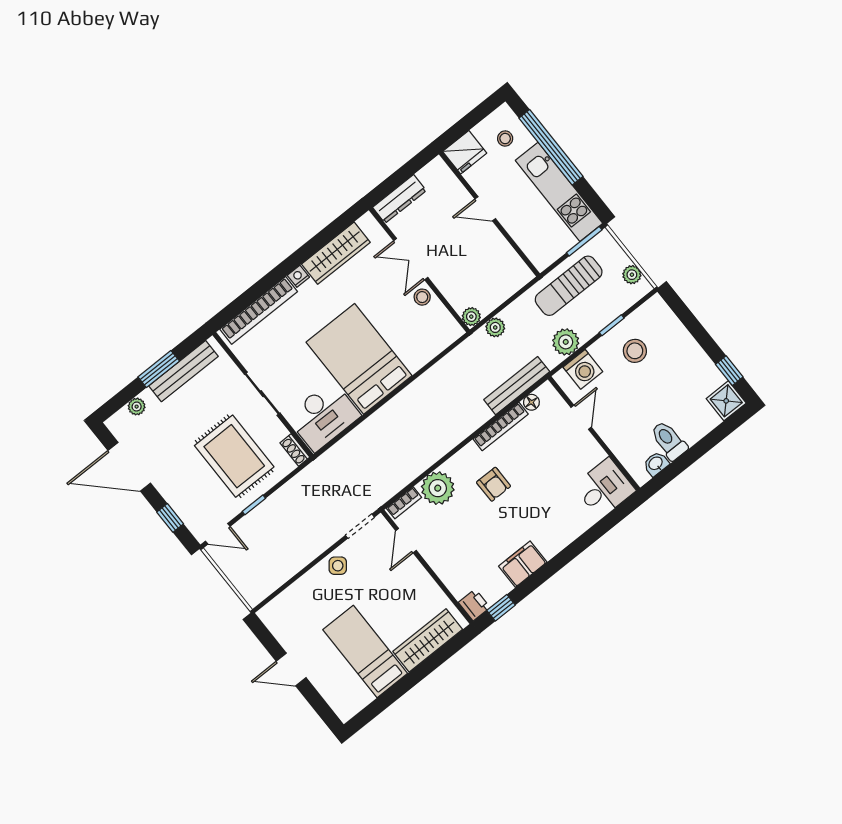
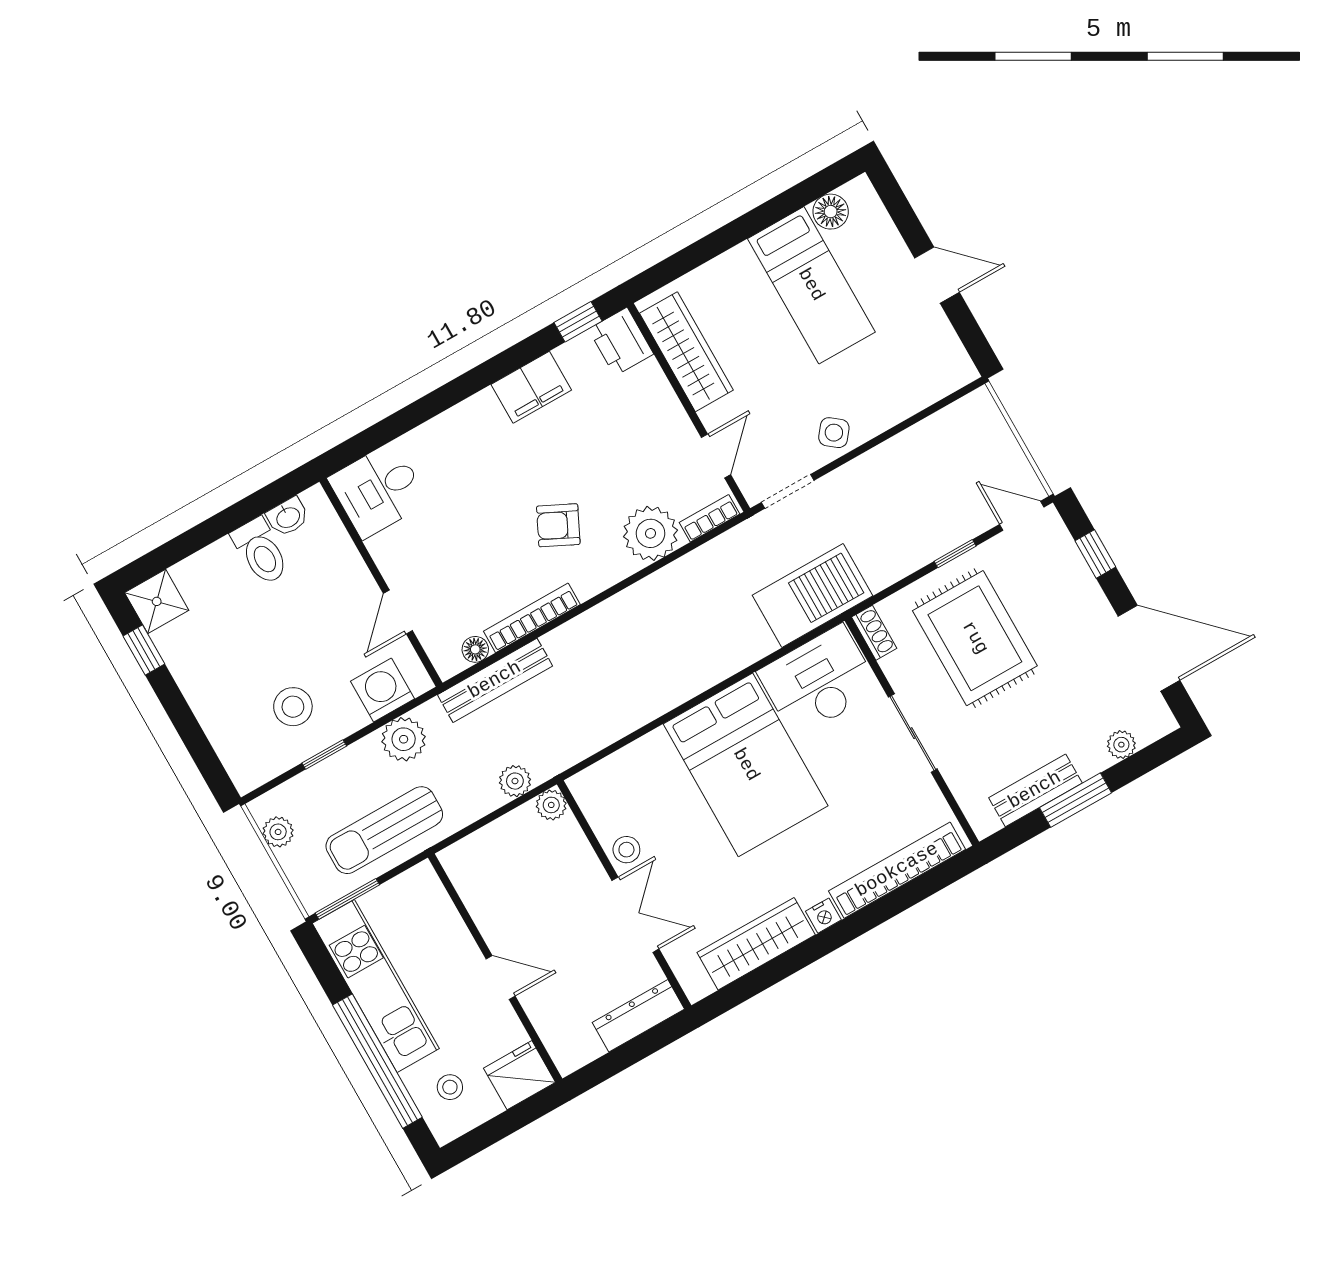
sun lounger: (569, 286) -> (384, 830), turned 180
bench: (184, 371) -> (1035, 790), width x0.73
barbecue: (335, 466) -> (813, 596), added
armchair: (494, 484) -> (558, 525), turned -64
printer: (474, 605) -> (621, 342), width x1.36, depth x1.24
wardrobe: (428, 640) -> (686, 352), moved, turned -90
floor lamp: (361, 697) -> (831, 212), added

